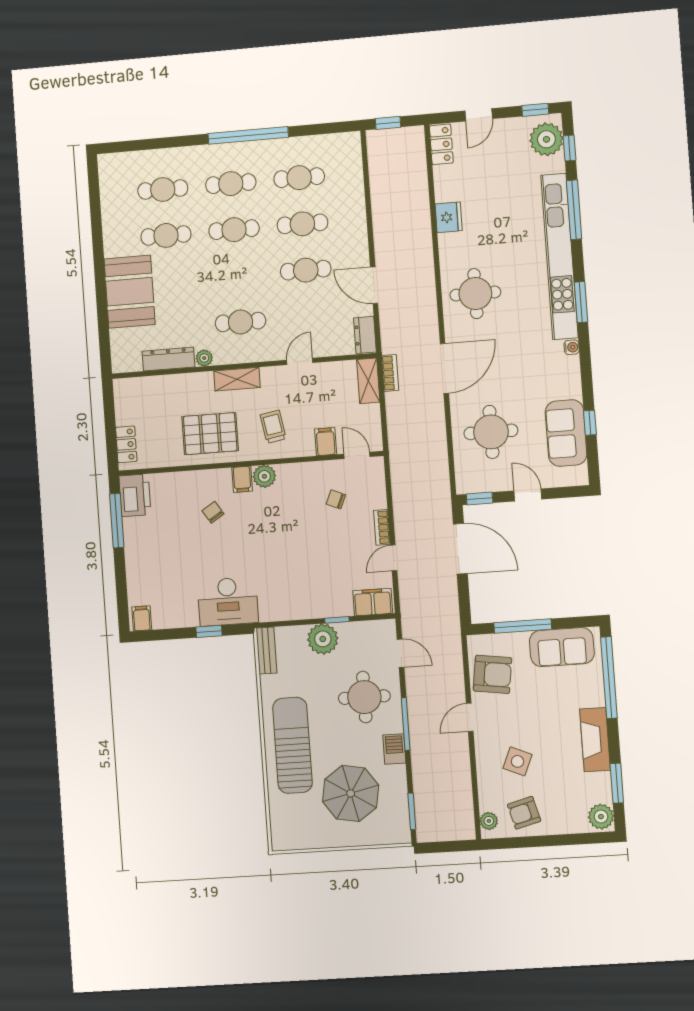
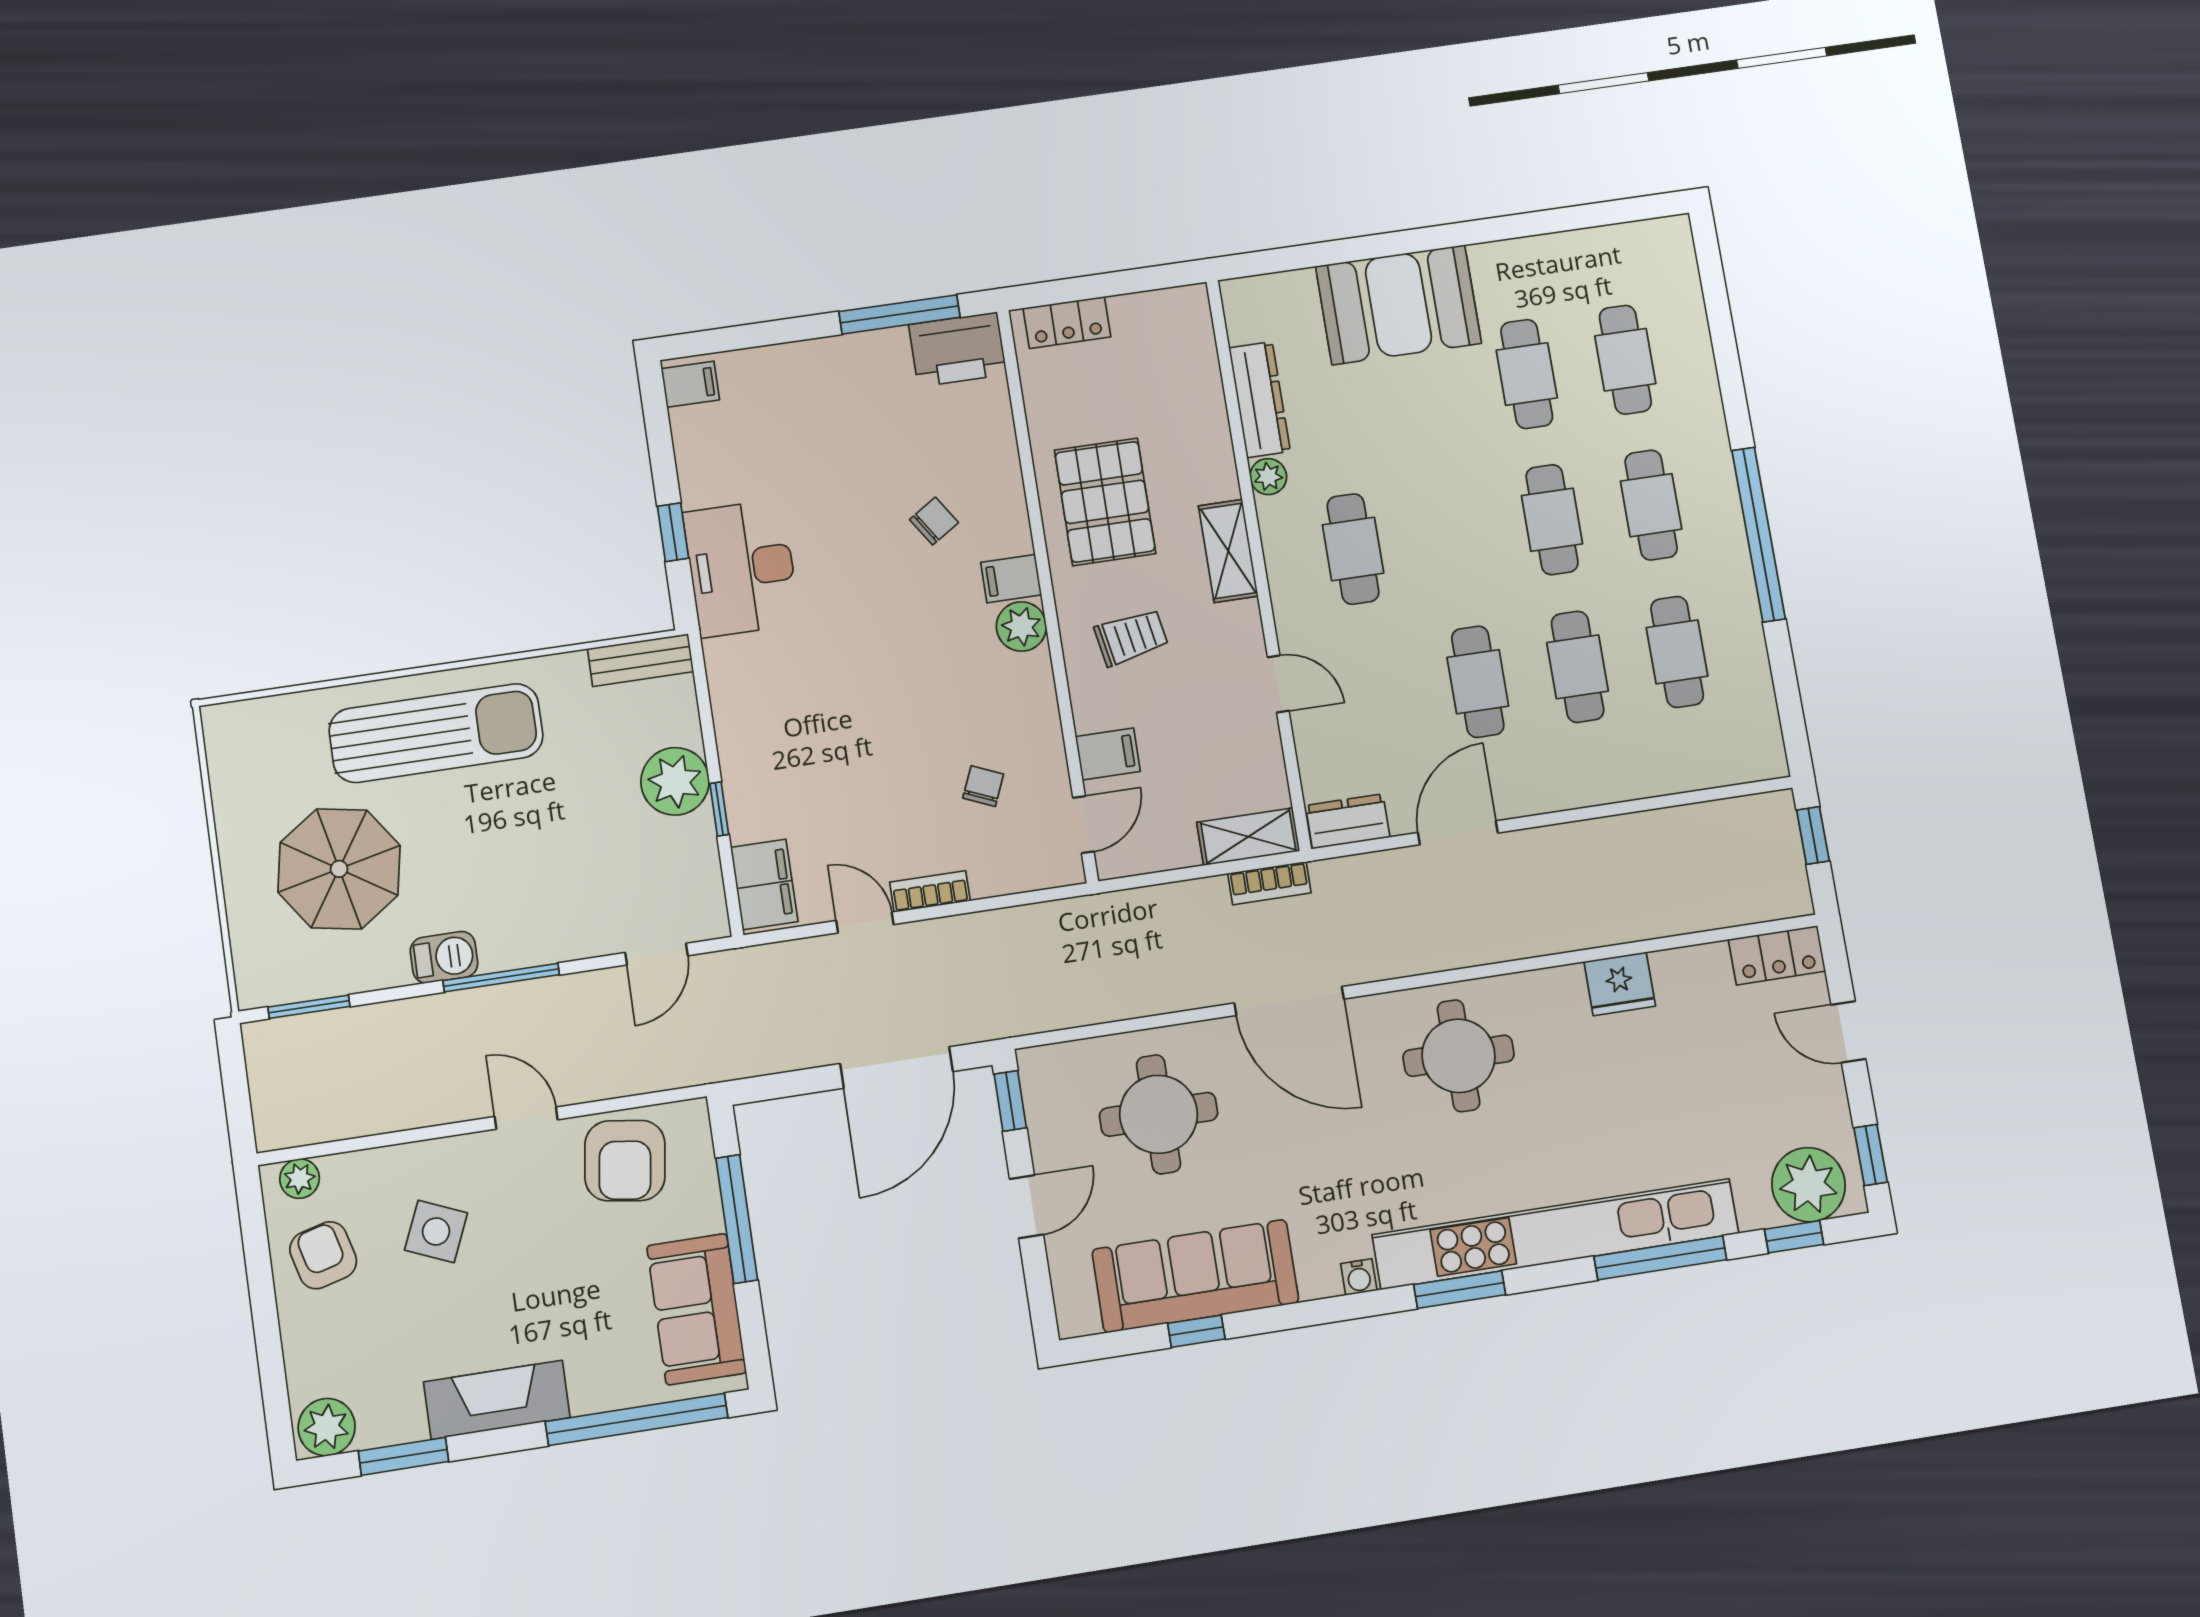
sofa: (566, 433) -> (1195, 1276), width x1.36
round table: (364, 697) -> (554, 882), removed

